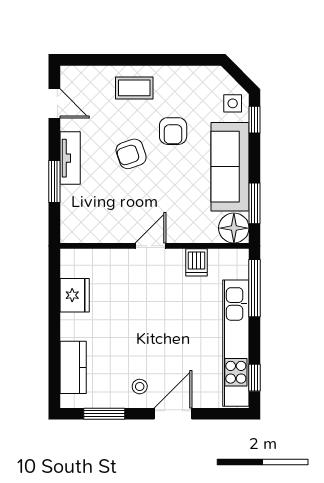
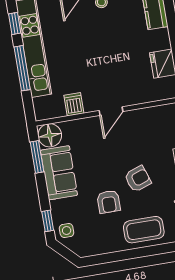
coffee table: (134, 88) -> (144, 230), width x1.36, depth x1.30
armchair: (173, 131) -> (109, 202), turned 180
sofa: (230, 167) -> (59, 173), width x0.73
window: (255, 288) -> (22, 68), moved

